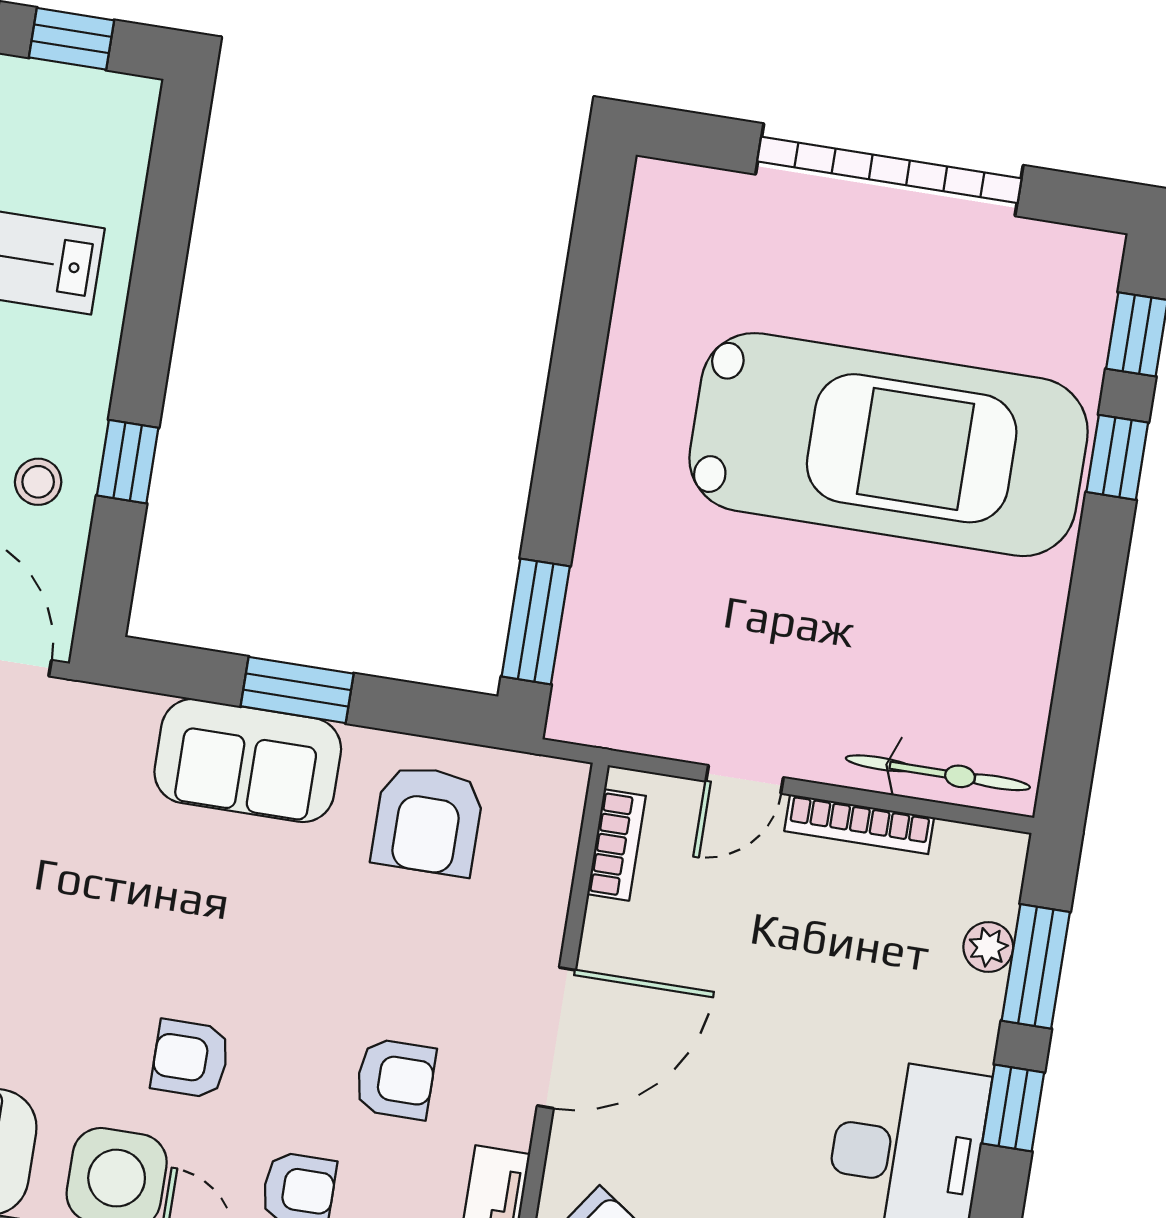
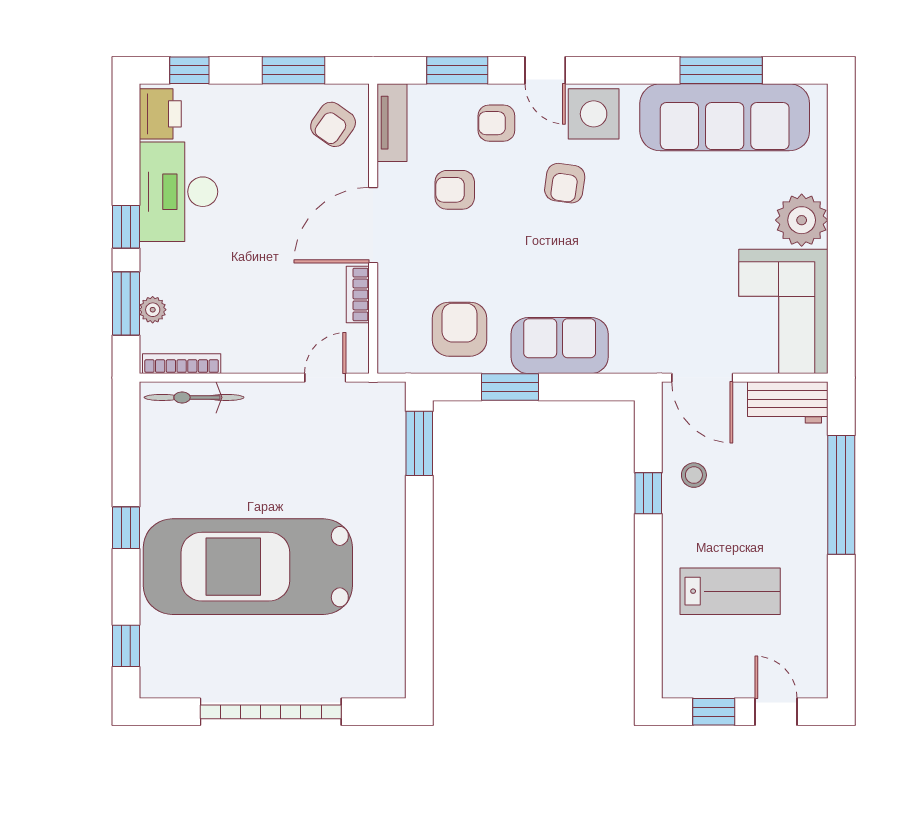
window: (1117, 457) -> (126, 528), moved
window: (297, 690) -> (510, 387), moved
door: (745, 779) -> (325, 378), moved
bookcase: (859, 824) -> (182, 364), moved
bookcase: (617, 845) -> (358, 294), moved
armchair: (190, 1059) -> (565, 183), turned 98

